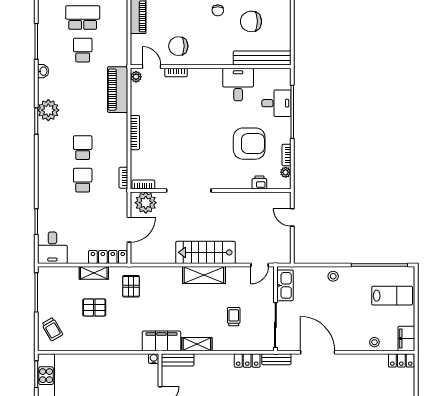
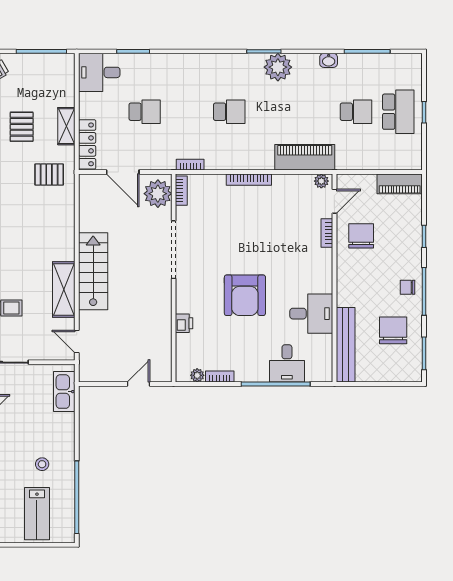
armchair: (249, 144) -> (245, 295), moved
school desk: (83, 180) -> (145, 112), moved
printer: (259, 182) -> (184, 323), moved
shelving: (204, 275) -> (64, 289), moved
stool: (333, 276) -> (42, 464), moved
kitchen sink: (285, 285) -> (64, 392), moved, turned 90

